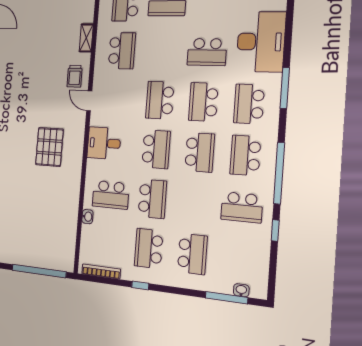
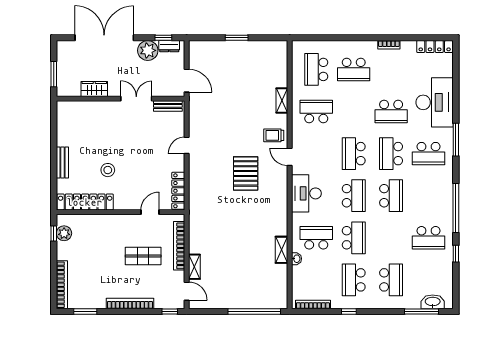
school desk: (122, 51) -> (316, 112), turned -90
trolley: (75, 76) -> (274, 135), turned 90
school desk: (249, 104) -> (429, 154), turned -90
desk: (104, 143) -> (306, 193), width x1.37
pallet: (49, 147) -> (246, 173), moved
school desk: (245, 155) -> (429, 196), removed
school desk: (111, 195) -> (316, 238), turned 180
shelving: (72, 205) -> (281, 250), added
washbasin: (241, 290) -> (433, 302), width x1.91, depth x1.45

